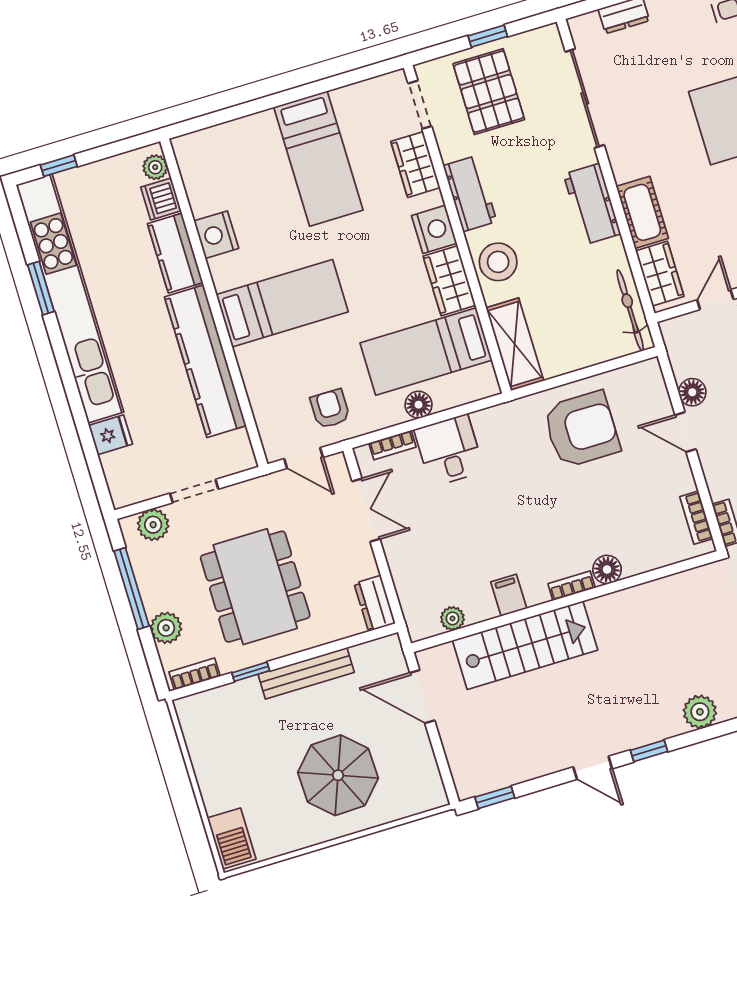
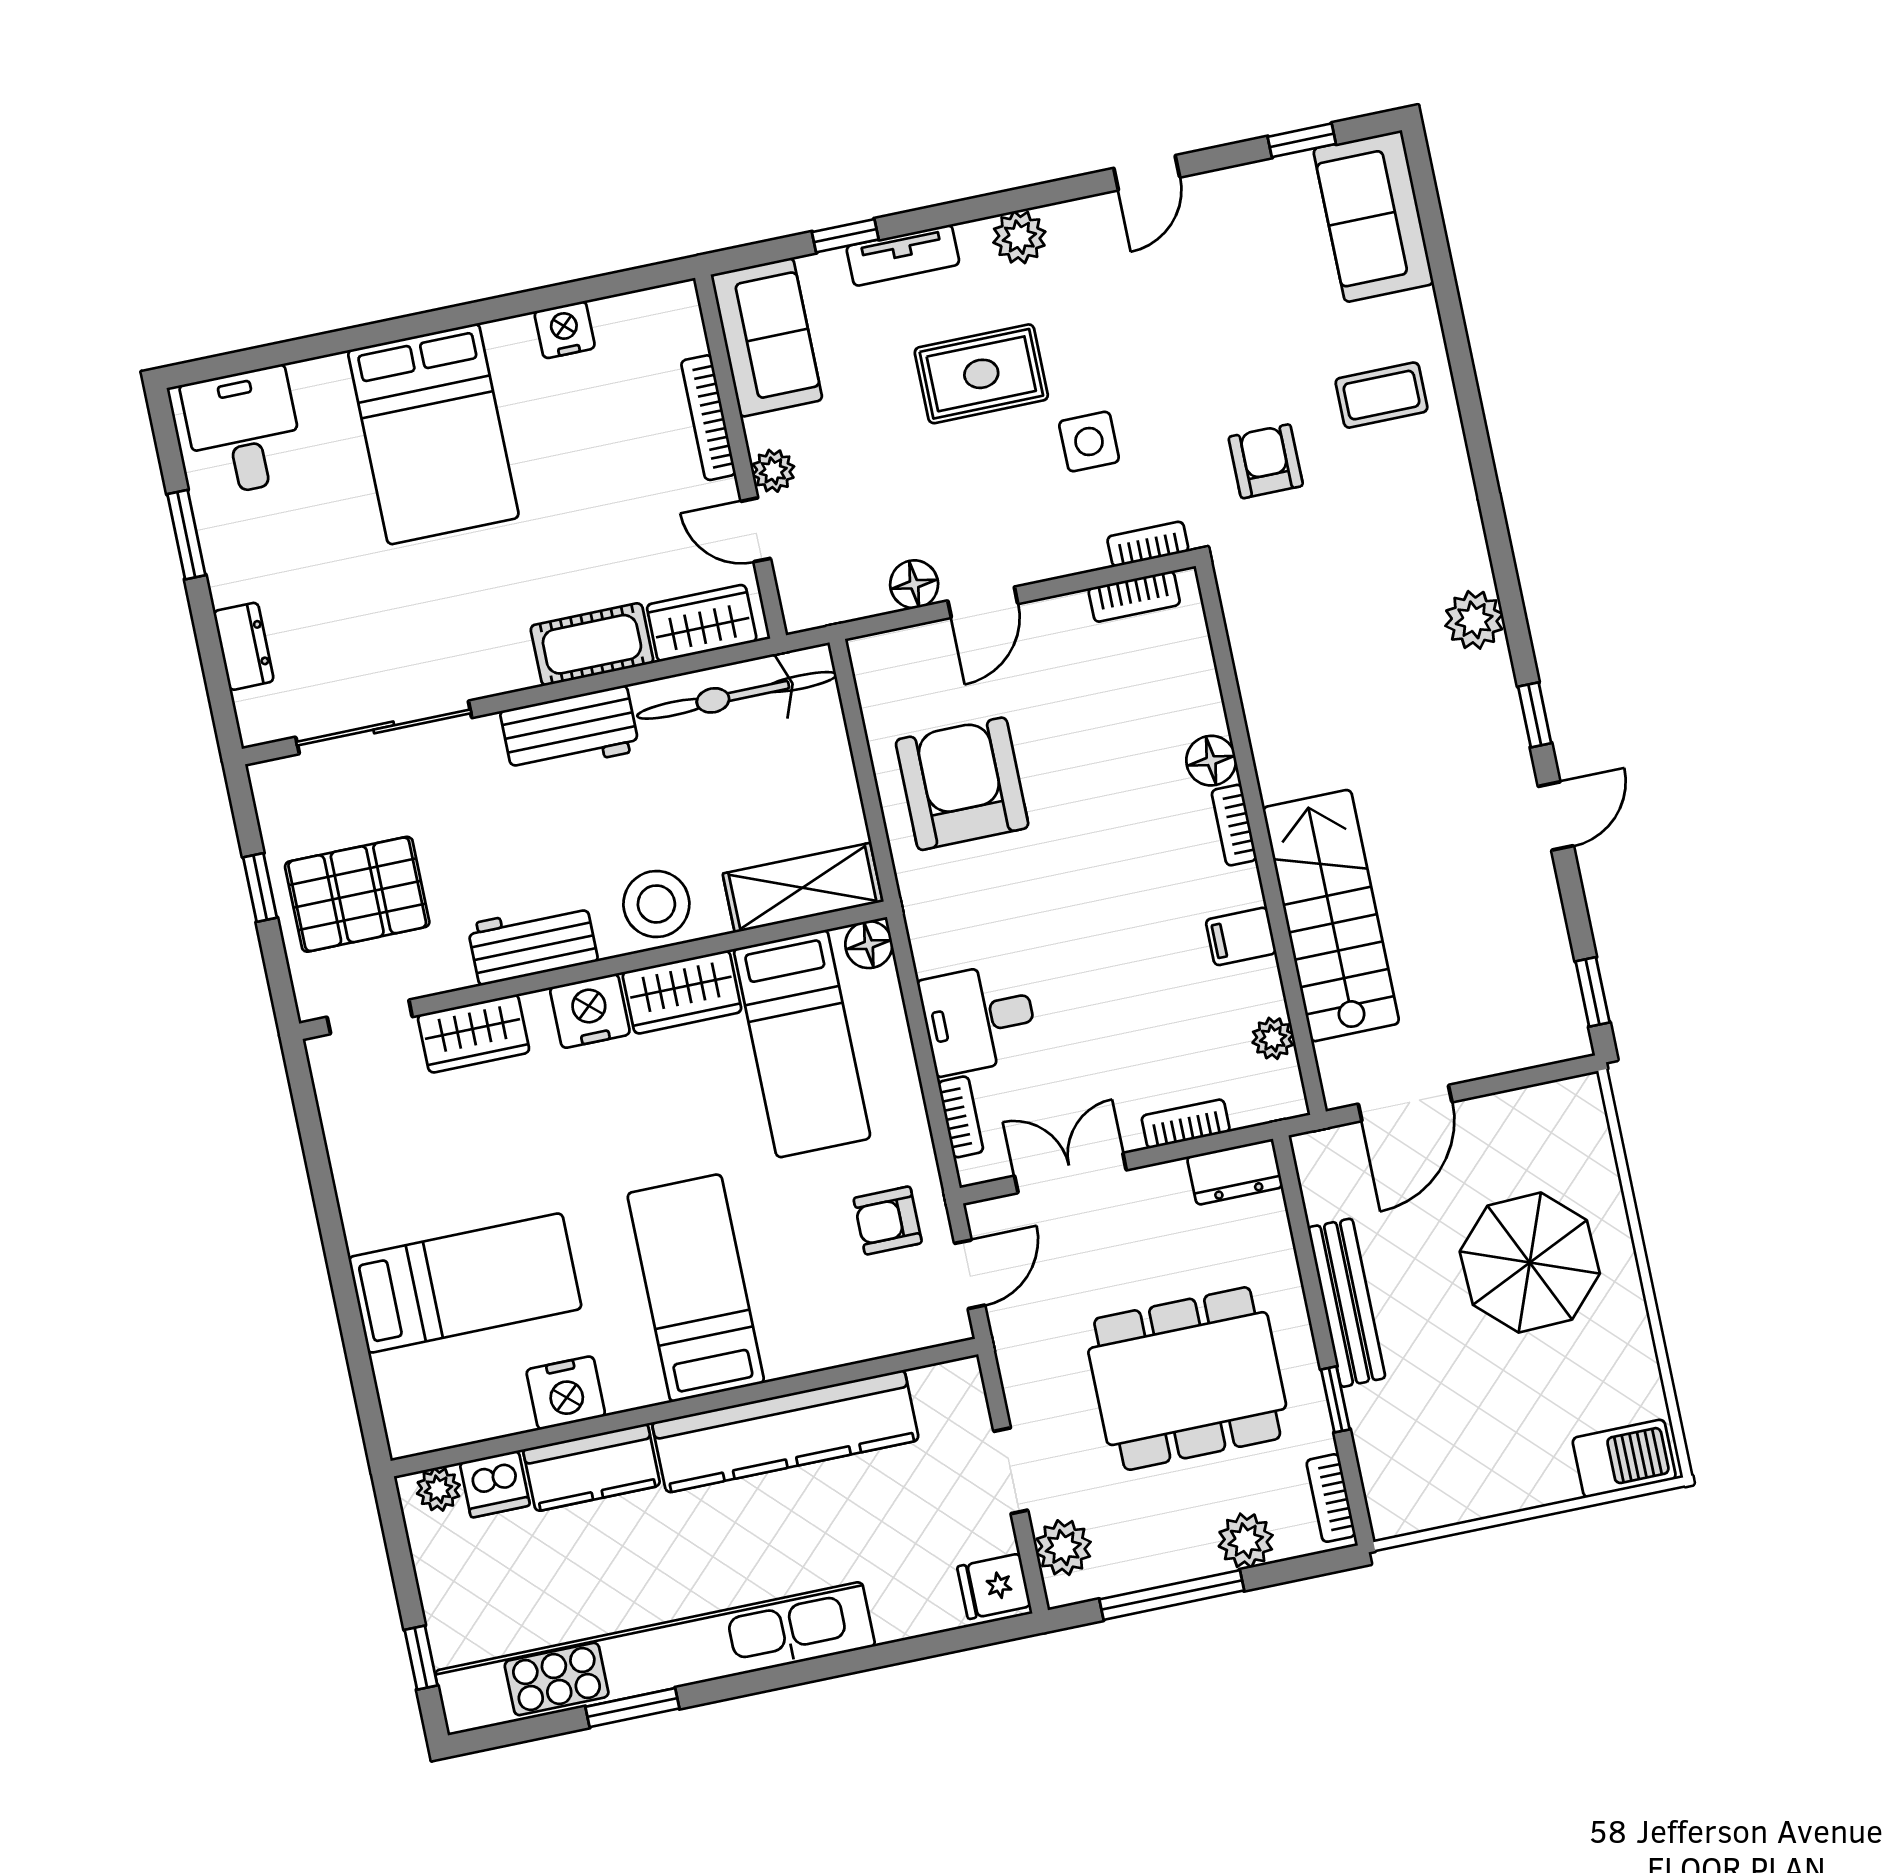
bed: (318, 159) -> (465, 1283), moved
bicycle: (630, 310) -> (737, 695), width x1.37, depth x1.40
floor lamp: (419, 405) -> (869, 945), moved
fridge: (111, 435) -> (994, 1586), moved, turned -90
bookcase: (400, 573) -> (1186, 1124), added

